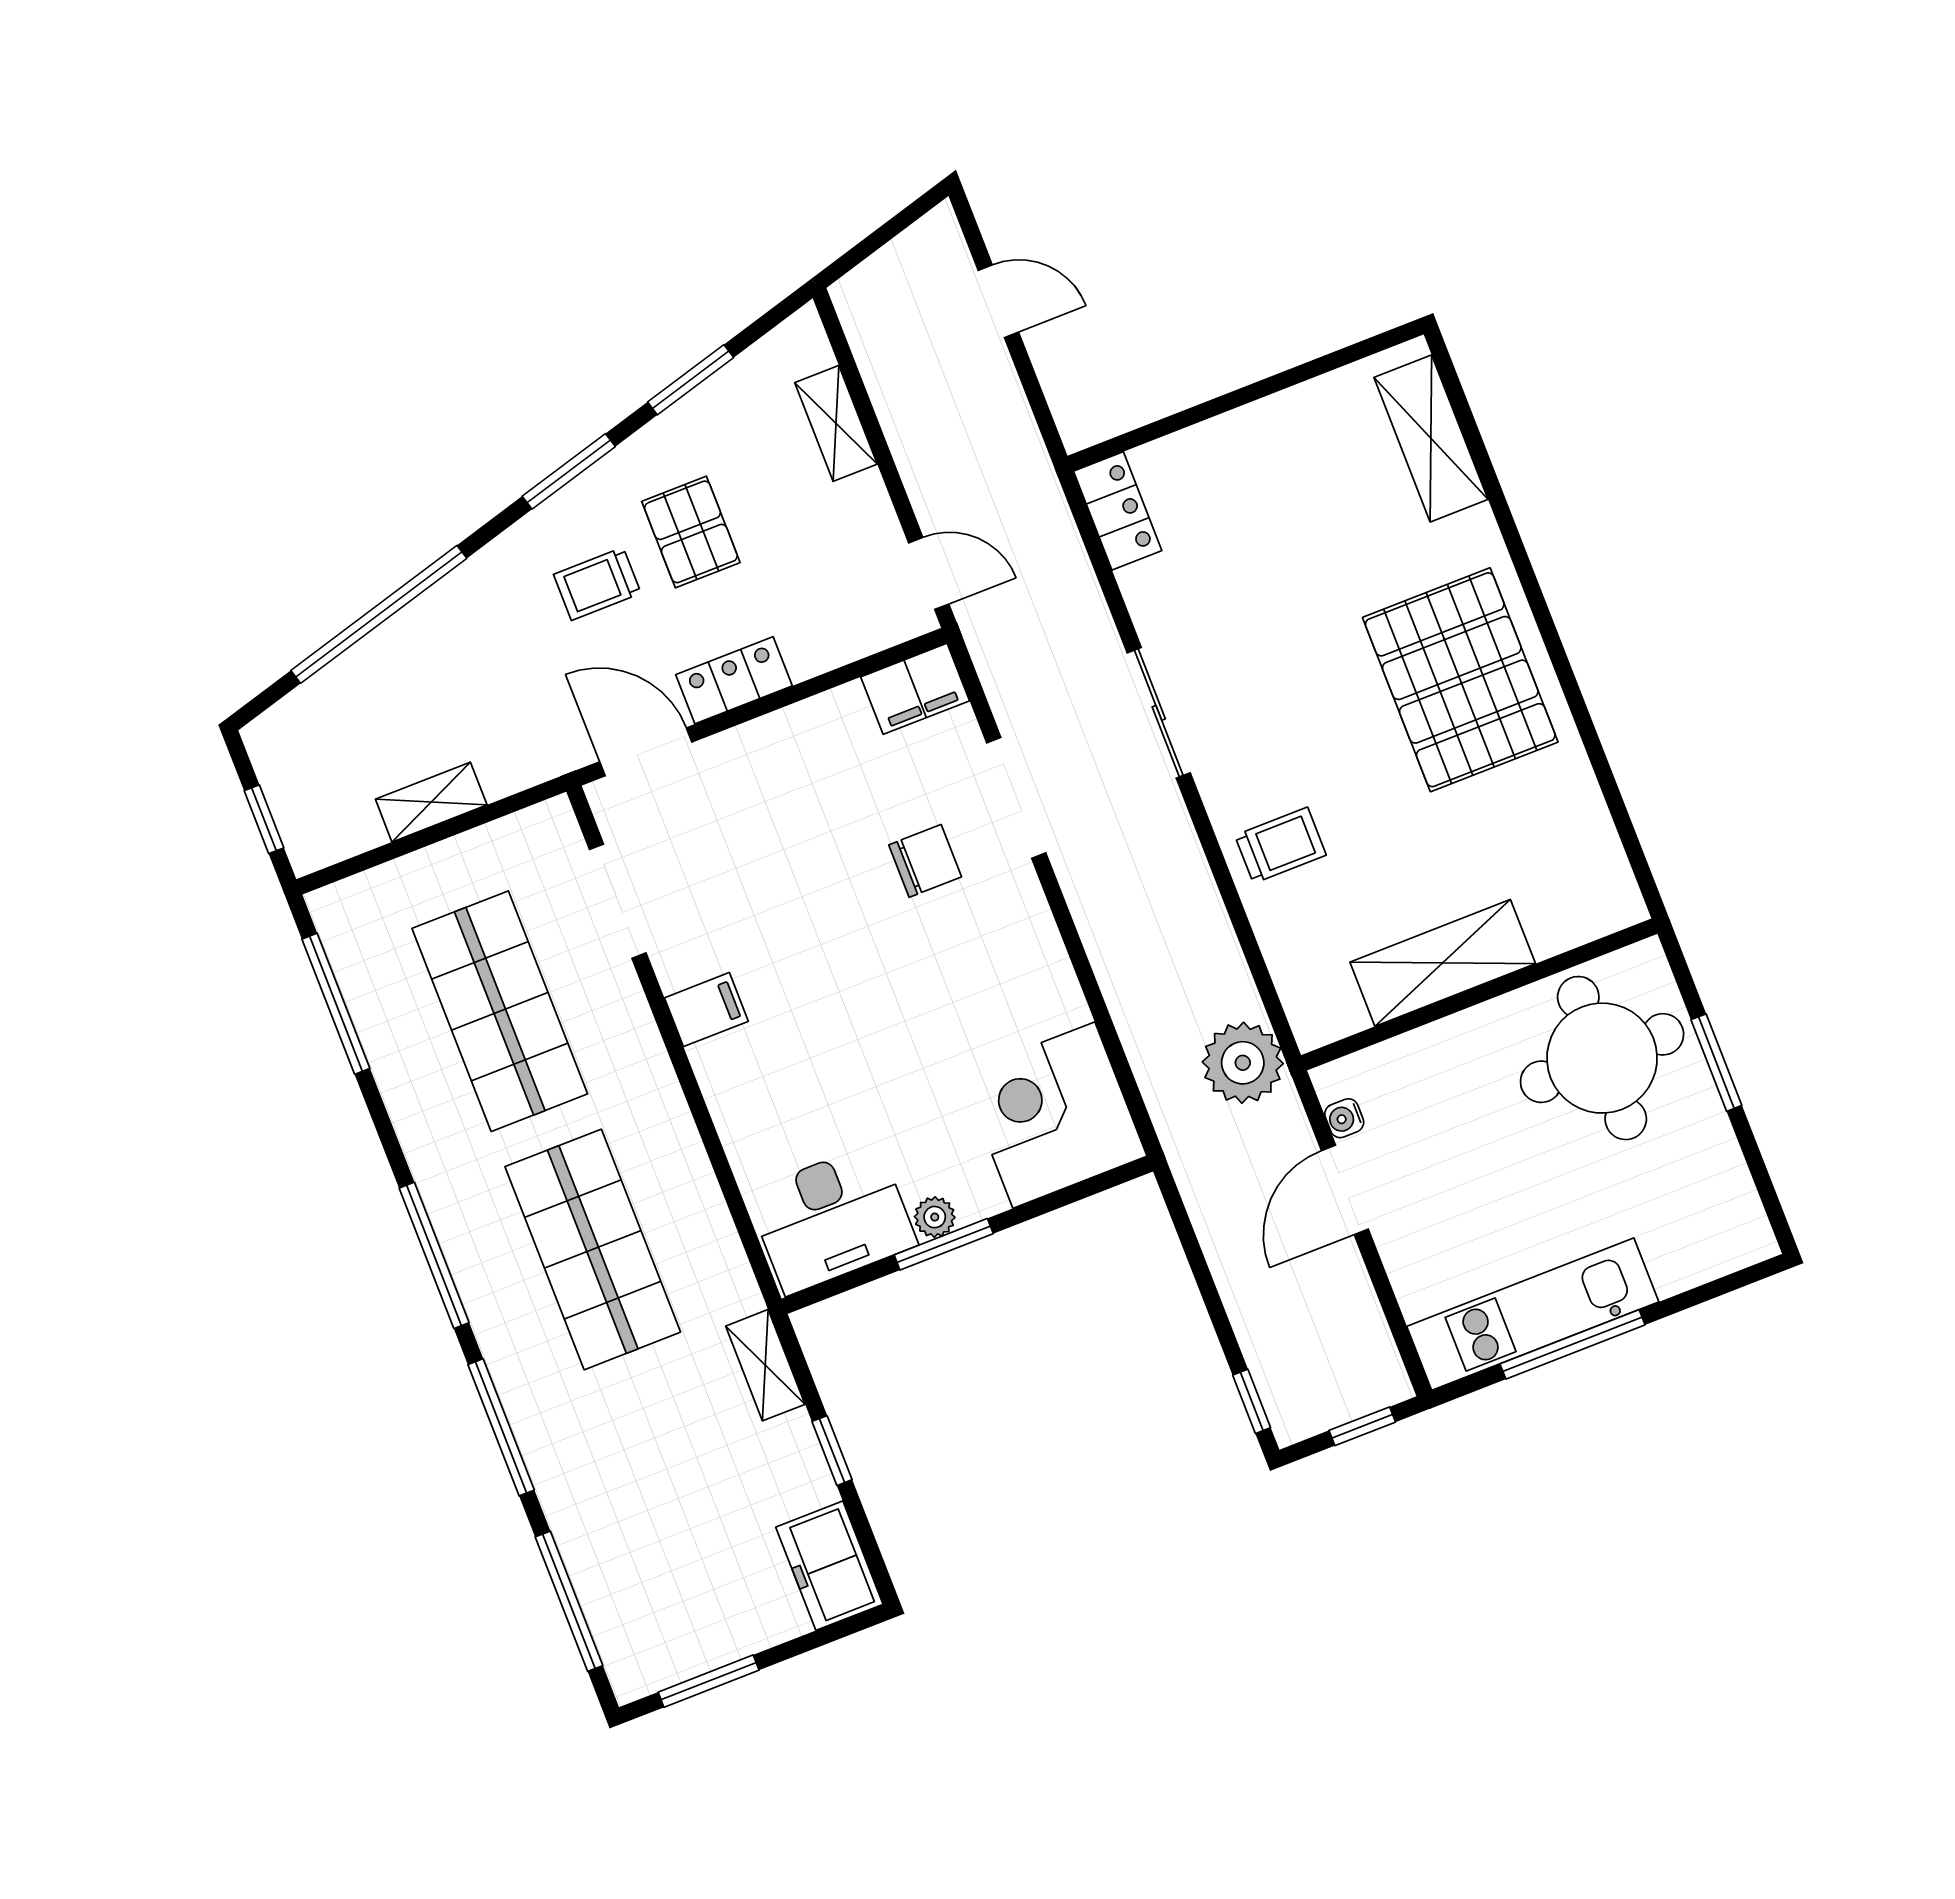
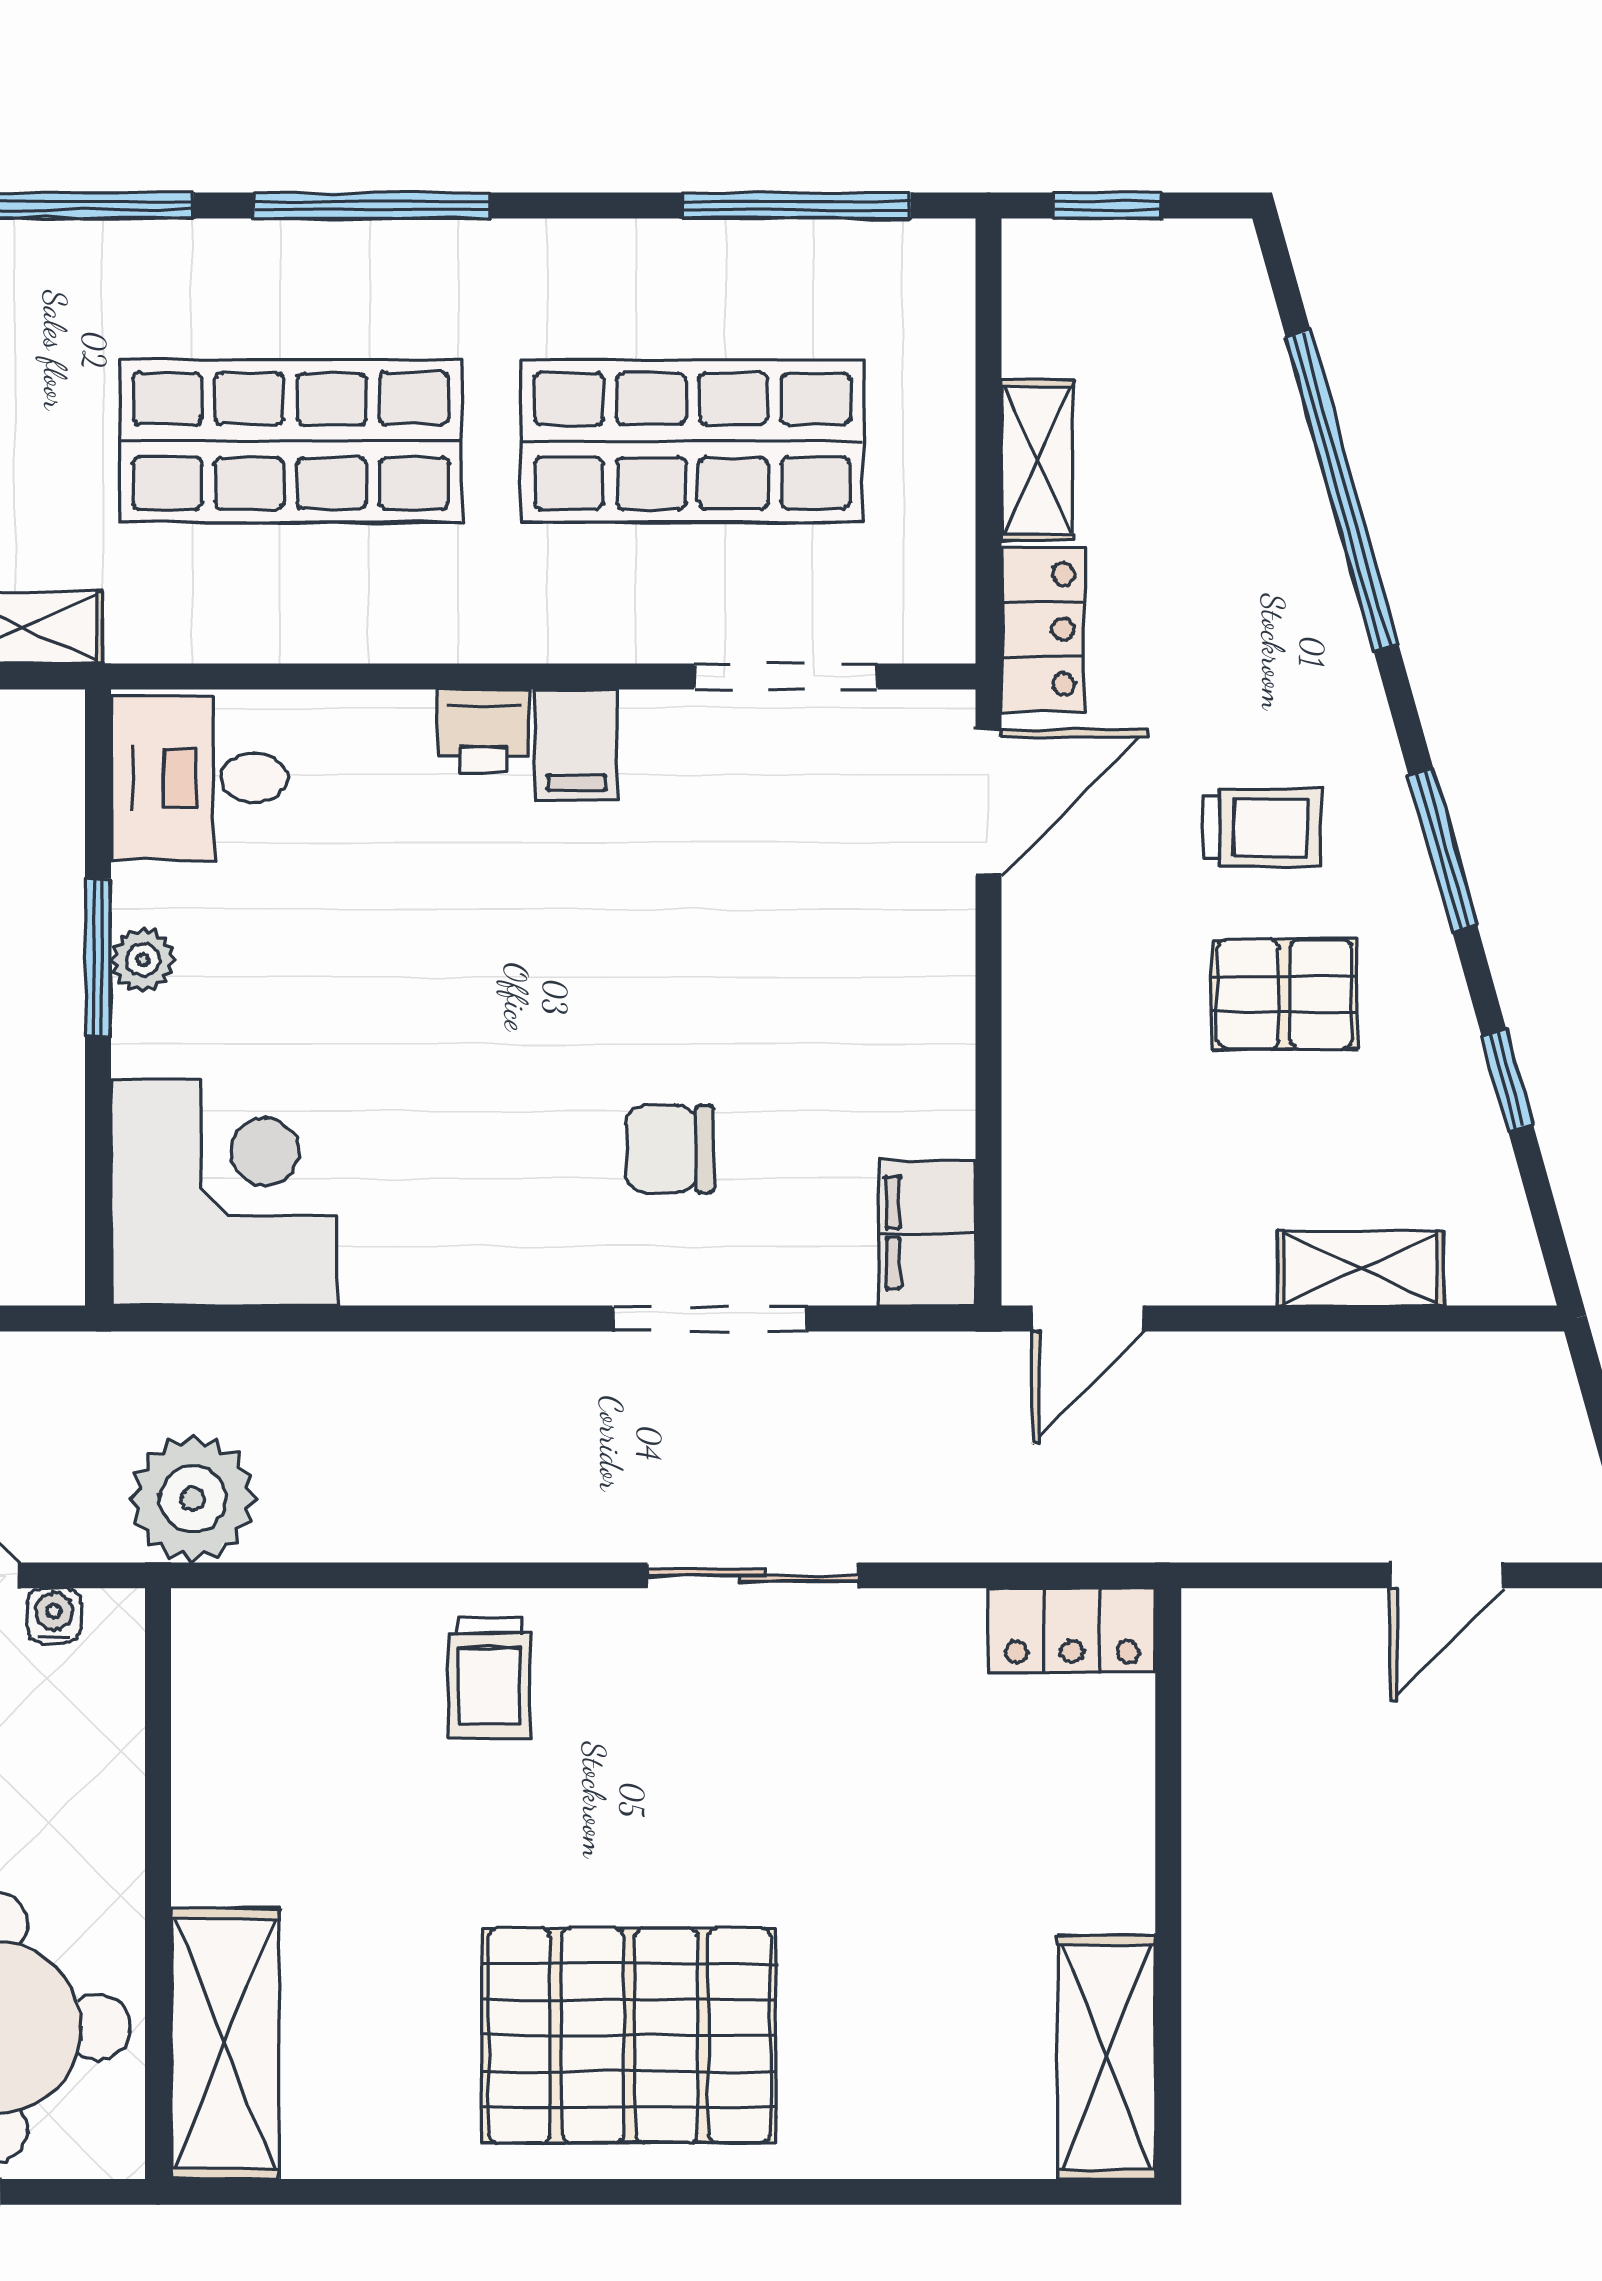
window: (691, 380) -> (1507, 1080), width x0.67
shelving: (1431, 438) -> (1107, 2057), moved, turned 90
trolley: (597, 584) -> (1262, 827), turned 90
locker: (734, 680) -> (1043, 629), moved
chair: (925, 861) -> (669, 1149), turned 90
shelving: (1443, 963) -> (225, 2044), moved
printer: (720, 1068) -> (483, 731), added
desk: (832, 1219) -> (199, 778), width x0.73

